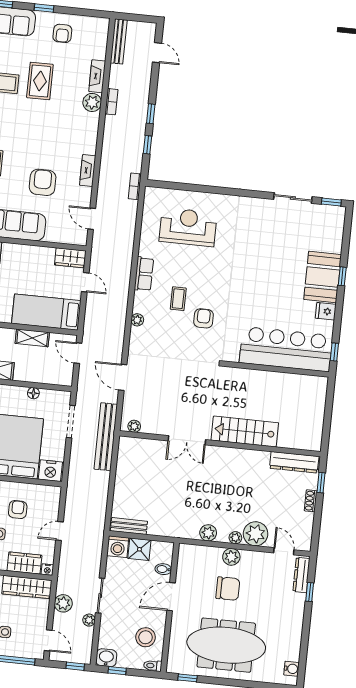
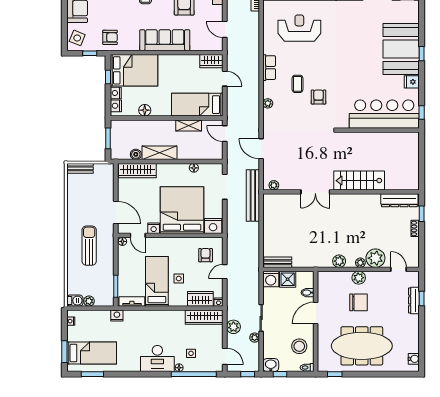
booth: (323, 277) -> (401, 49), width x1.36, depth x1.42
armchair: (18, 510) -> (206, 255), moved
dresser: (301, 575) -> (414, 300), moved

